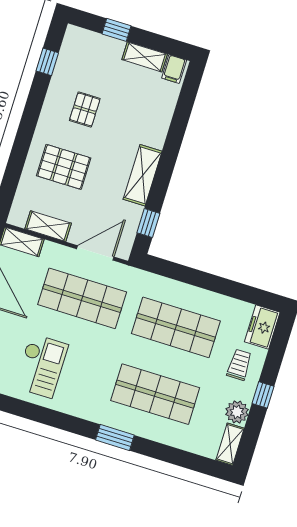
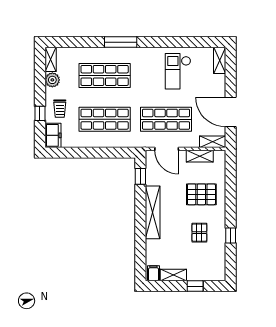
window: (47, 62) -> (231, 235), moved
shelving: (143, 175) -> (153, 212), width x1.47
door: (95, 253) -> (167, 149), hinge flipped
window: (263, 395) -> (40, 113), moved
window: (115, 437) -> (121, 42), width x1.44

